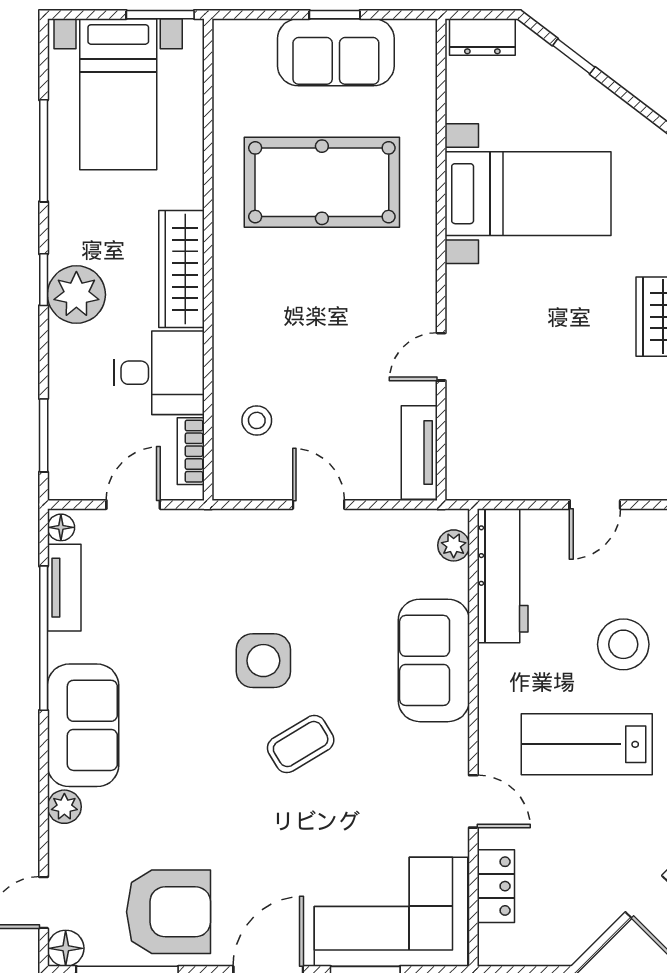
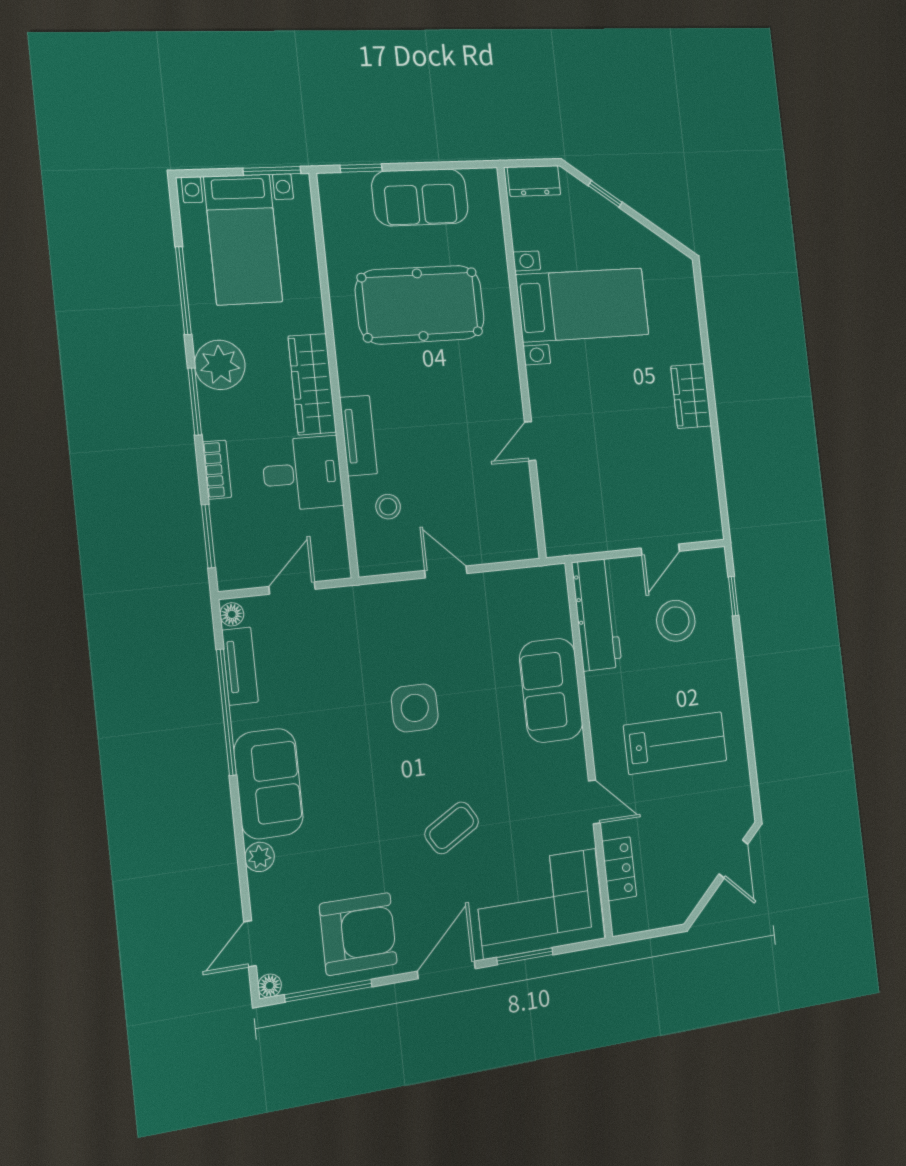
window: (335, 15) -> (361, 168), moved
window: (44, 280) -> (195, 402), width x1.50
plant: (76, 295) -> (220, 365), moved
bookcase: (191, 451) -> (217, 470), moved, turned 180
tv unit: (419, 452) -> (358, 436), moved, turned 180
plant: (454, 545) -> (556, 594), removed
stool: (623, 644) -> (676, 621), moved
coffee table: (301, 744) -> (452, 828), moved
lab bench: (587, 744) -> (675, 743), turned 180
floor lamp: (66, 948) -> (270, 986), width x0.73, depth x0.73

